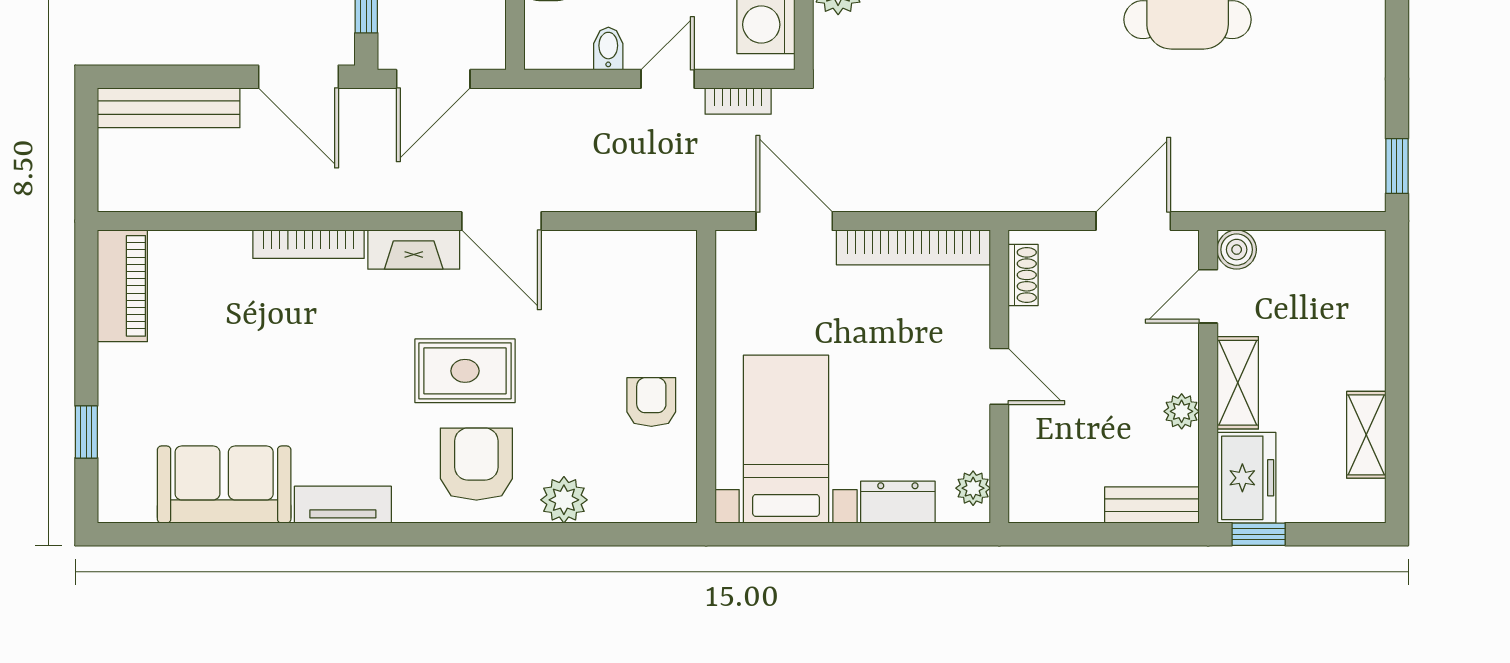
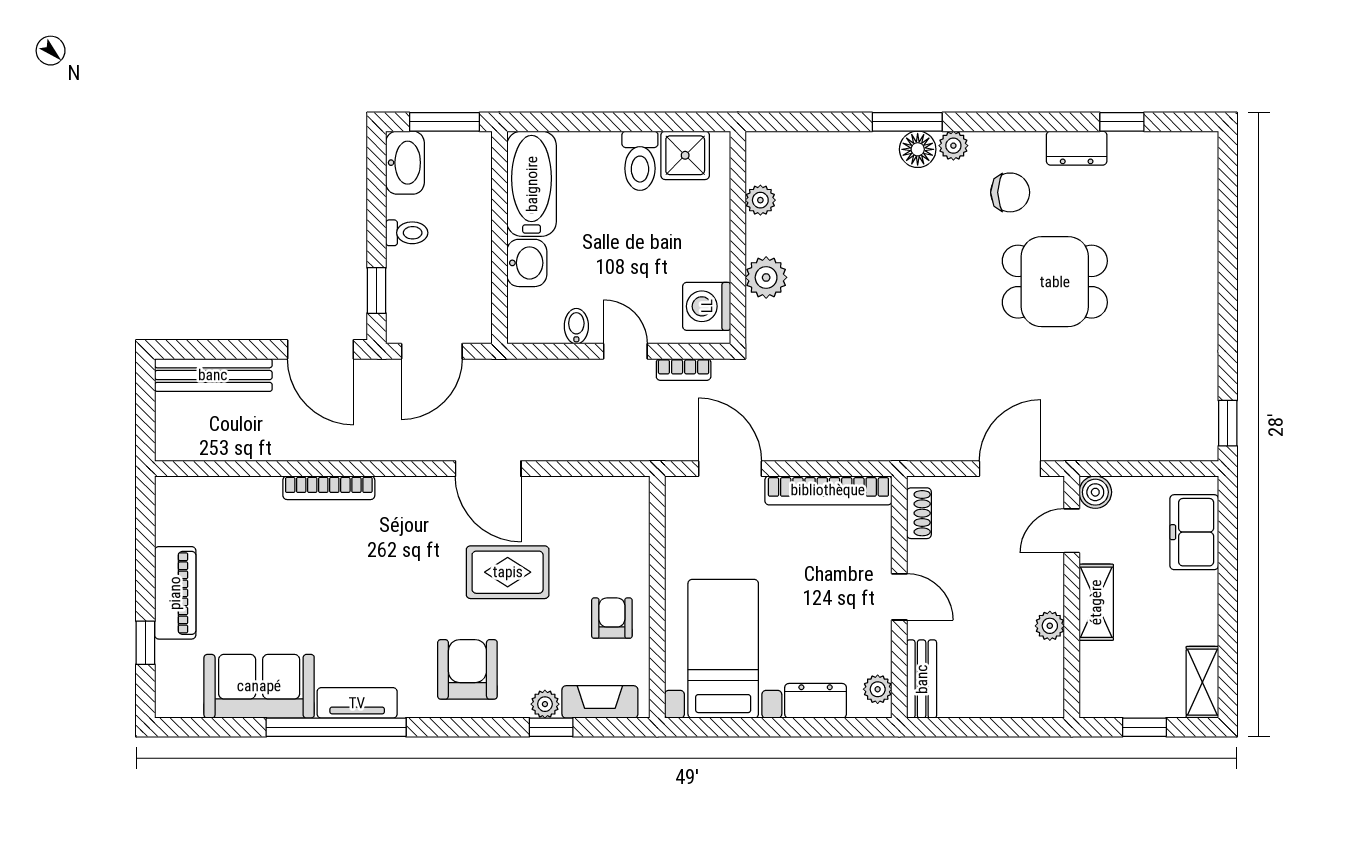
door: (668, 79) -> (625, 351), hinge flipped
fireplace: (414, 250) -> (600, 702), moved, turned 180
piano: (122, 286) -> (175, 593), moved
rug: (465, 371) -> (508, 572), moved
shelving: (1366, 435) -> (1202, 682), moved
freezer: (1246, 478) -> (1194, 532), moved, turned 180
plant: (564, 500) -> (545, 704), width x0.73, depth x0.73
bench: (1152, 505) -> (922, 679), moved, turned 90
window: (317, 534) -> (336, 727), added
window: (578, 534) -> (551, 727), added
window: (1259, 534) -> (1144, 727), moved

